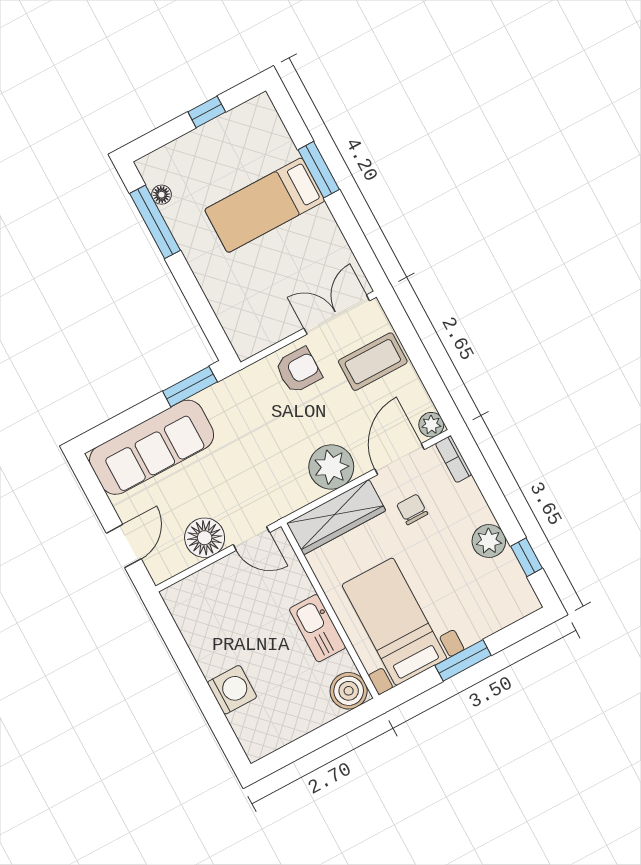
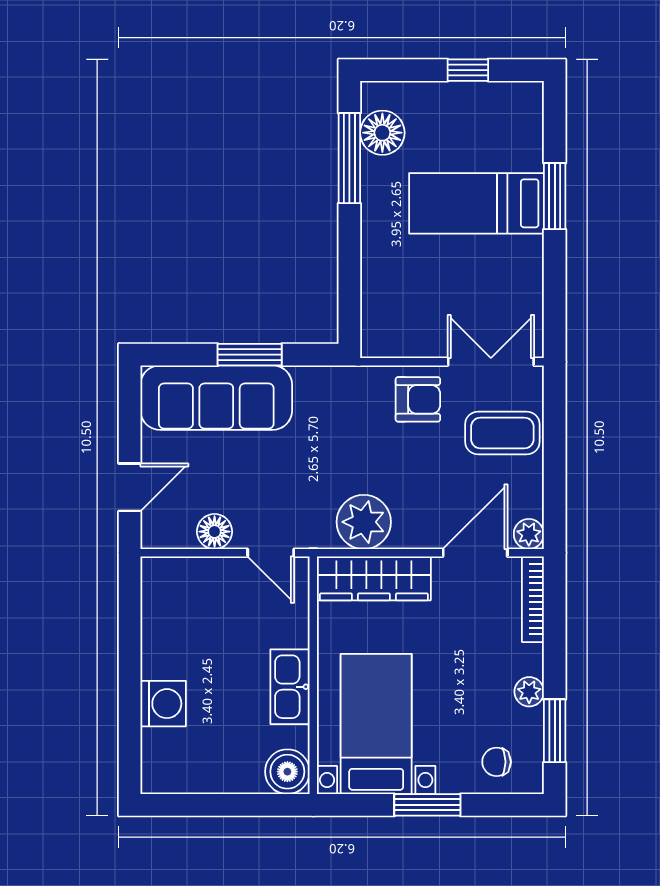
floor lamp: (161, 195) -> (382, 133), width x1.89, depth x1.89
window: (190, 387) -> (250, 355), moved
bookcase: (454, 459) -> (533, 599), width x1.56
plant: (331, 467) -> (364, 522), moved
chair: (412, 509) -> (497, 762), moved, turned -90
floor lamp: (205, 538) -> (215, 532), width x0.73, depth x0.73
plant: (489, 541) -> (529, 692), width x0.73, depth x0.73
window: (527, 557) -> (555, 731), width x1.50

